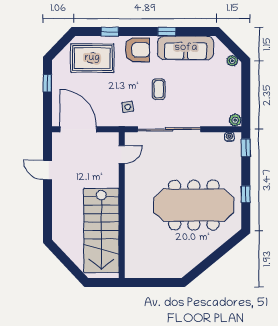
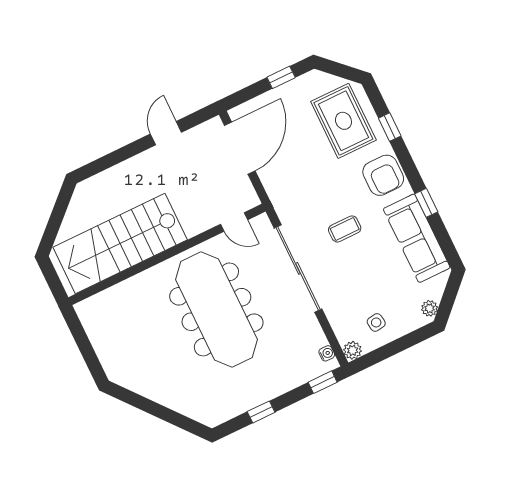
side table: (128, 107) -> (376, 322), moved
meeting table: (194, 205) -> (216, 309), moved

